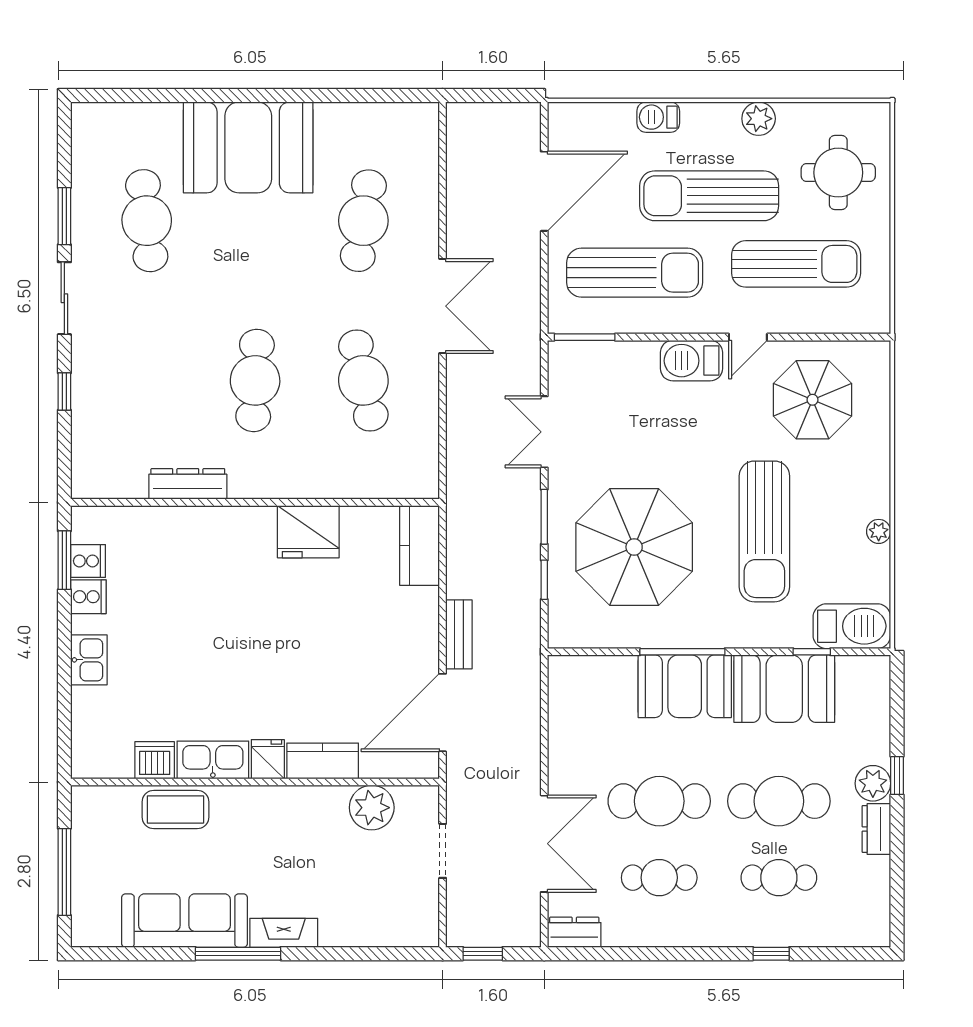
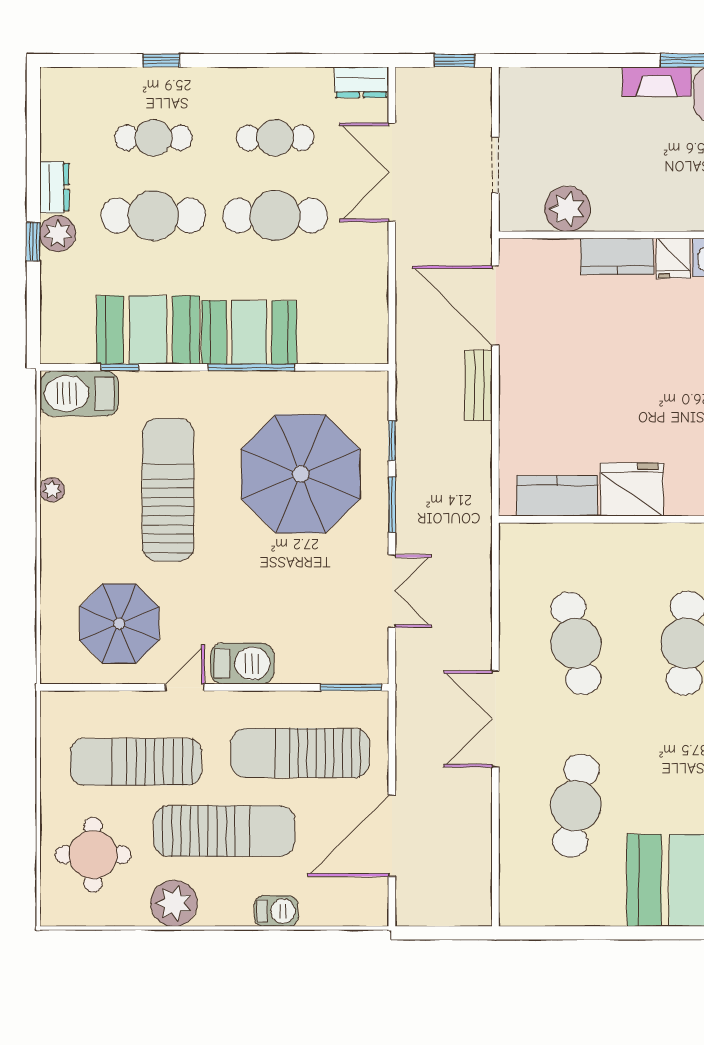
plant: (759, 119) -> (174, 903), width x1.36, depth x1.36
kitchen counter: (419, 545) -> (557, 496), moved, turned -90
door: (443, 713) -> (495, 306), swing flipped

